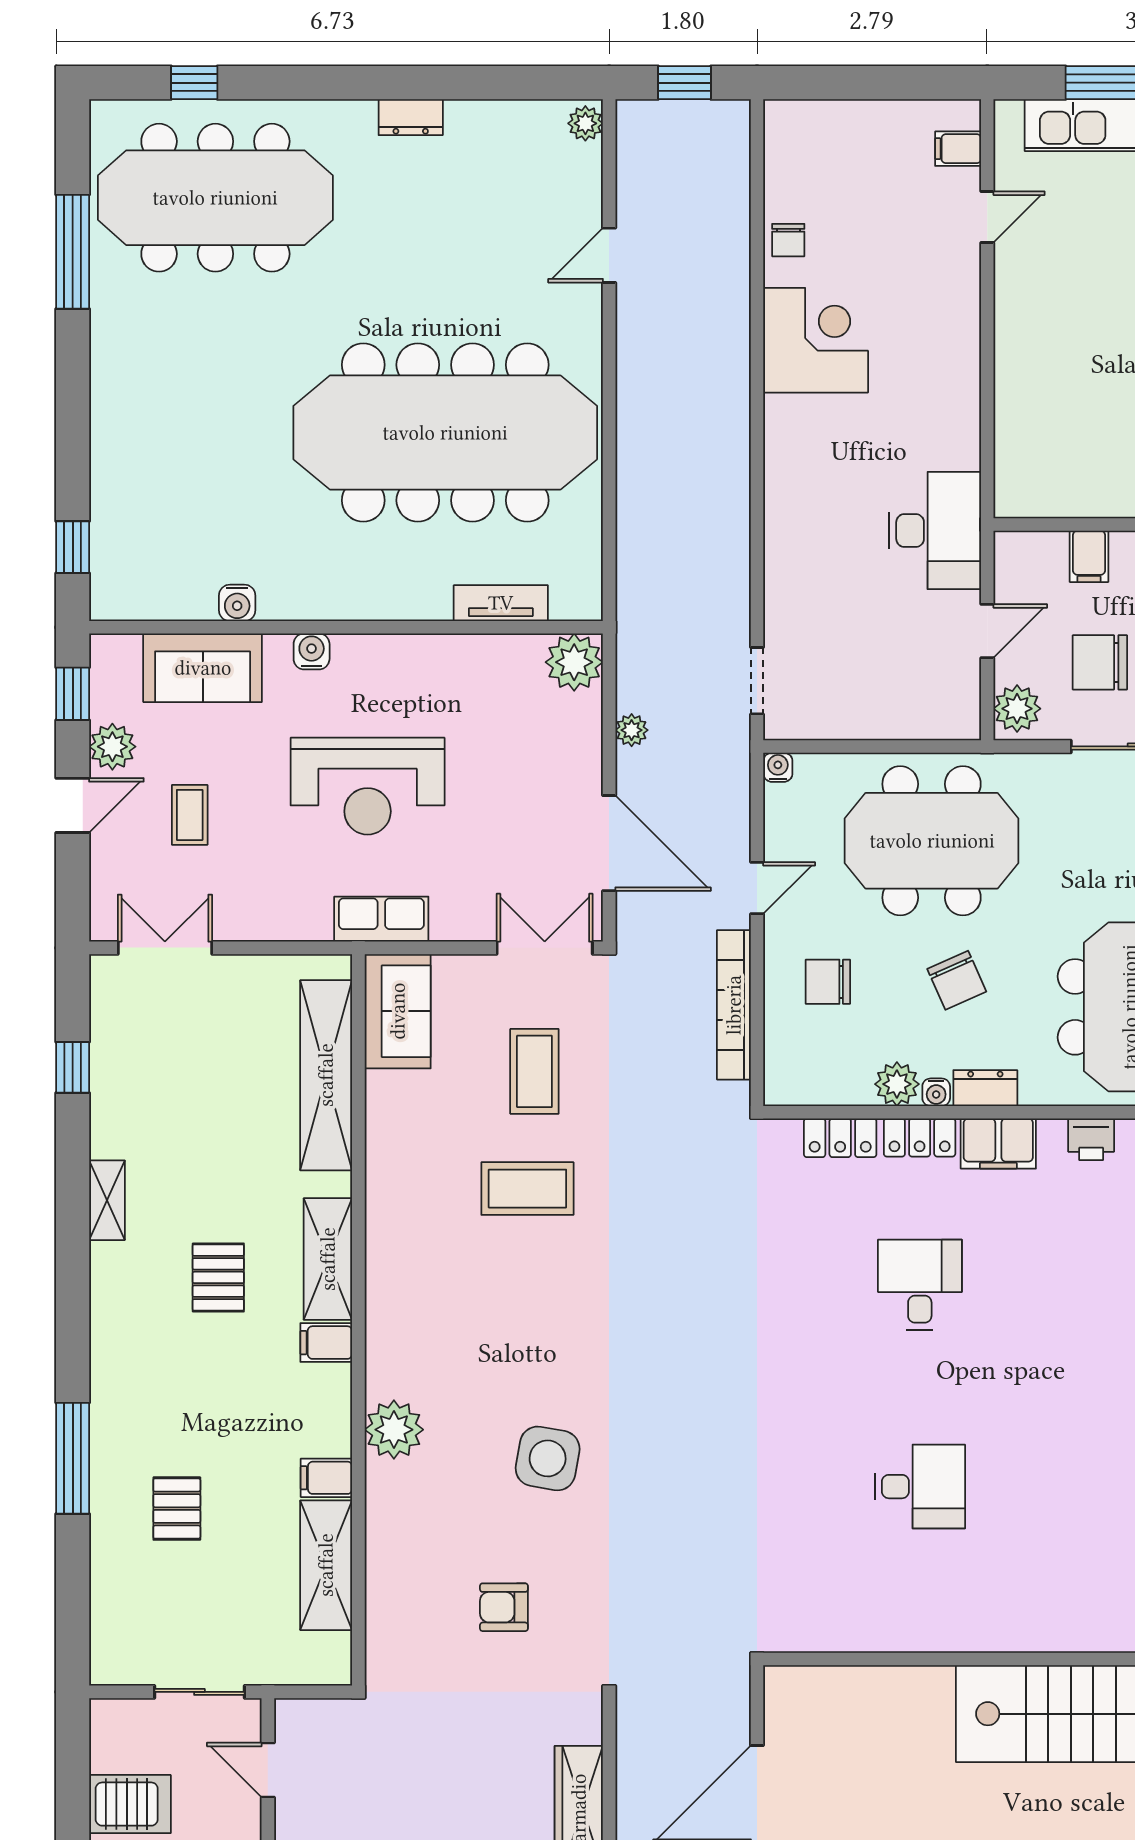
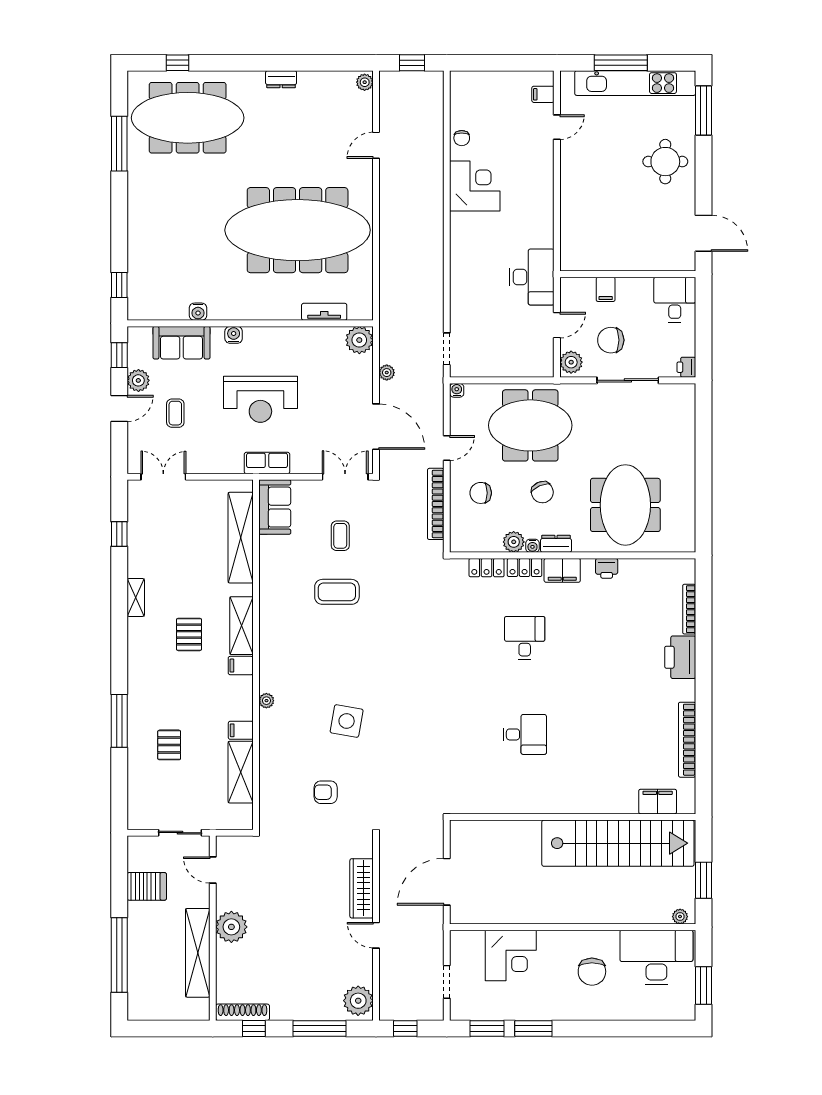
coffee table: (534, 1071) -> (340, 536), width x0.73, depth x0.77
plant: (394, 1430) -> (266, 701), width x0.53, depth x0.53

